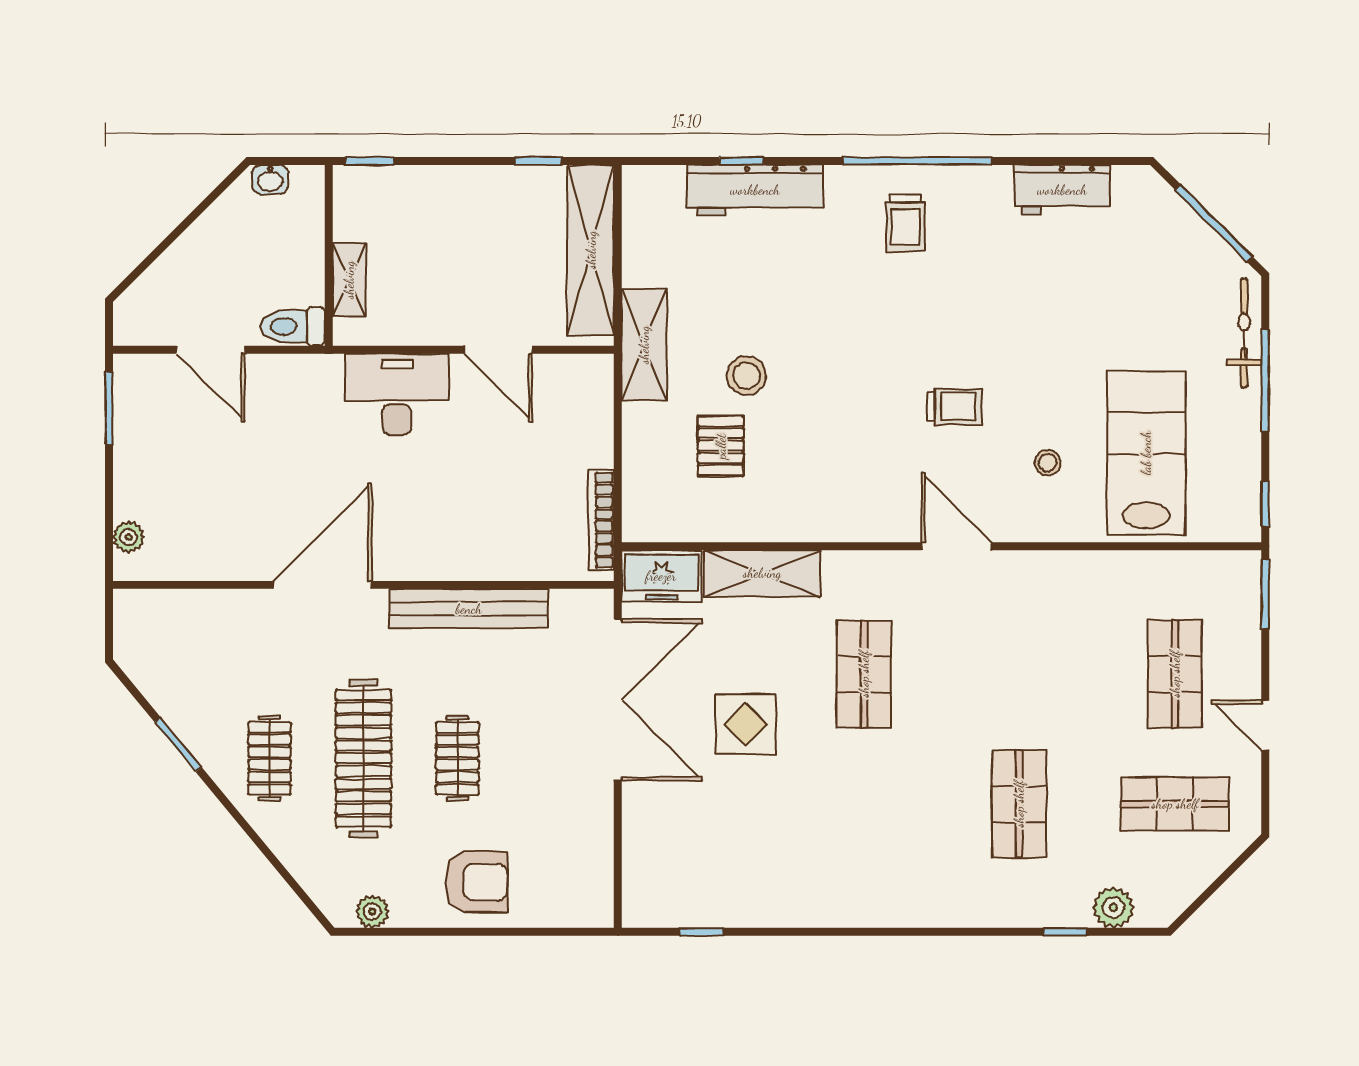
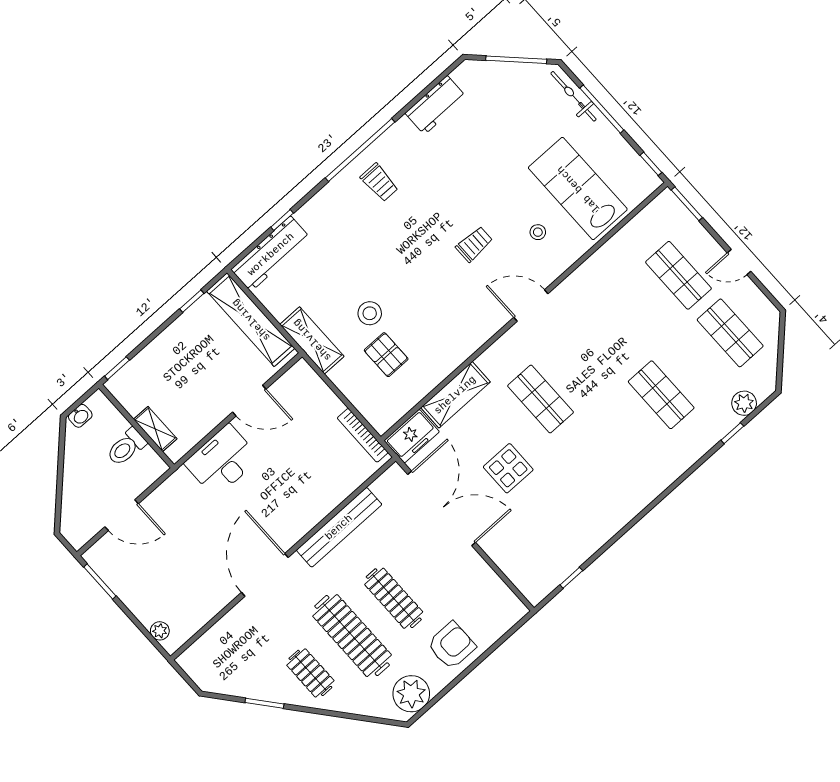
workbench: (755, 190) -> (271, 254), moved
toilet: (293, 326) -> (126, 447), moved
clothes rail: (457, 758) -> (394, 598), width x1.36
shop shelf: (1175, 804) -> (730, 333), turned 90
plant: (372, 912) -> (411, 694), width x1.88, depth x1.88

